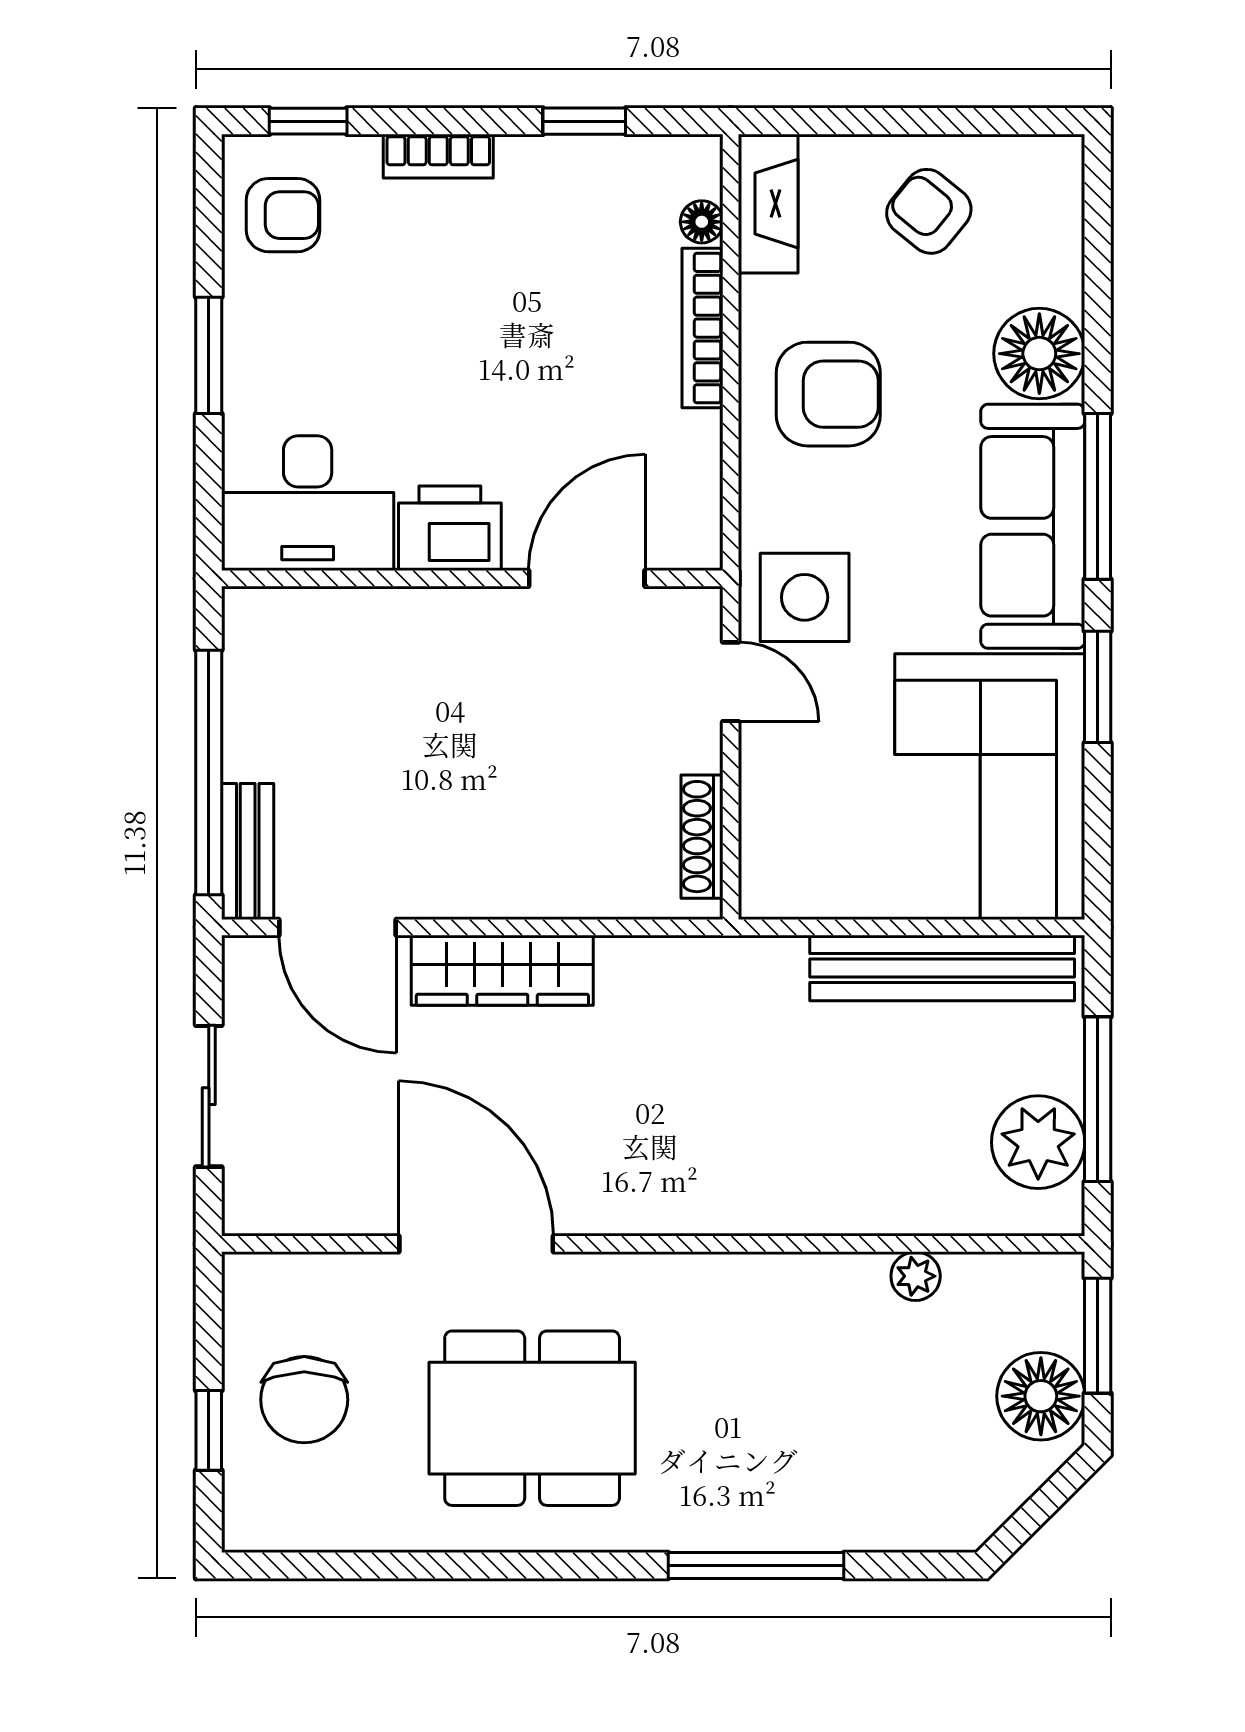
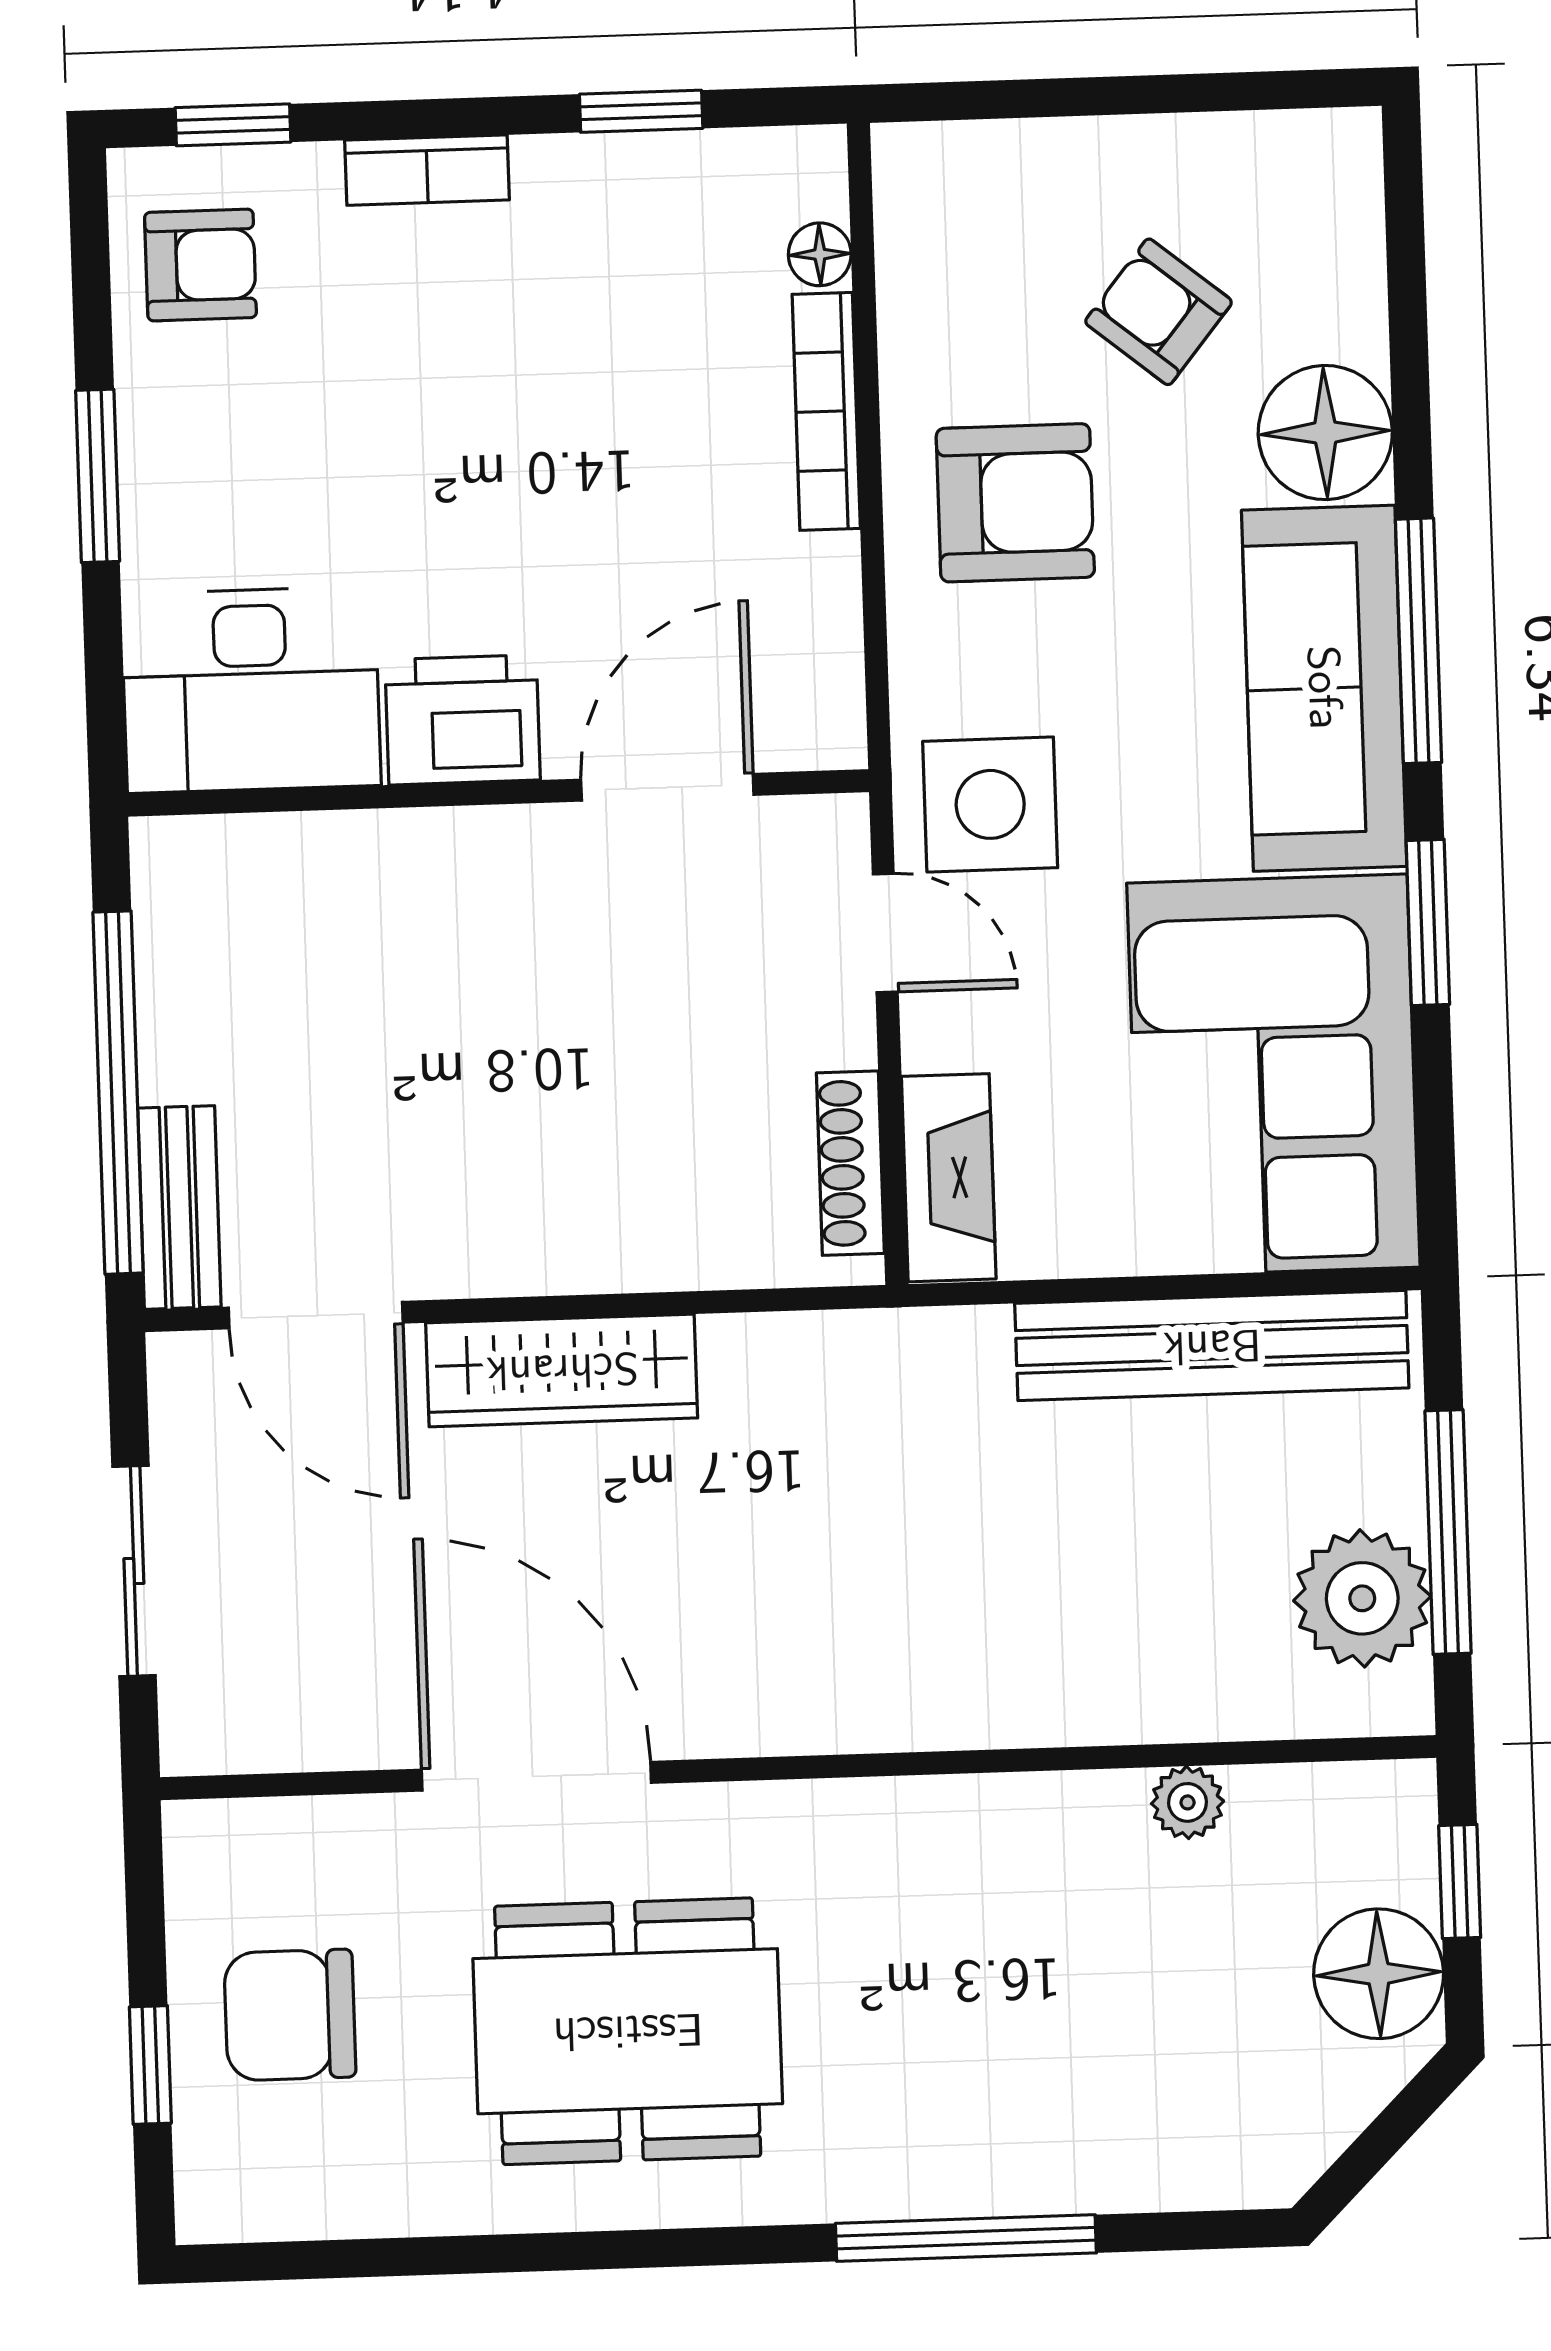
fireplace: (768, 204) -> (949, 1178), moved
armchair: (929, 211) -> (1159, 312), moved
window: (1098, 1336) -> (1460, 1882), width x0.67
chair: (304, 1400) -> (290, 2015), turned 90

